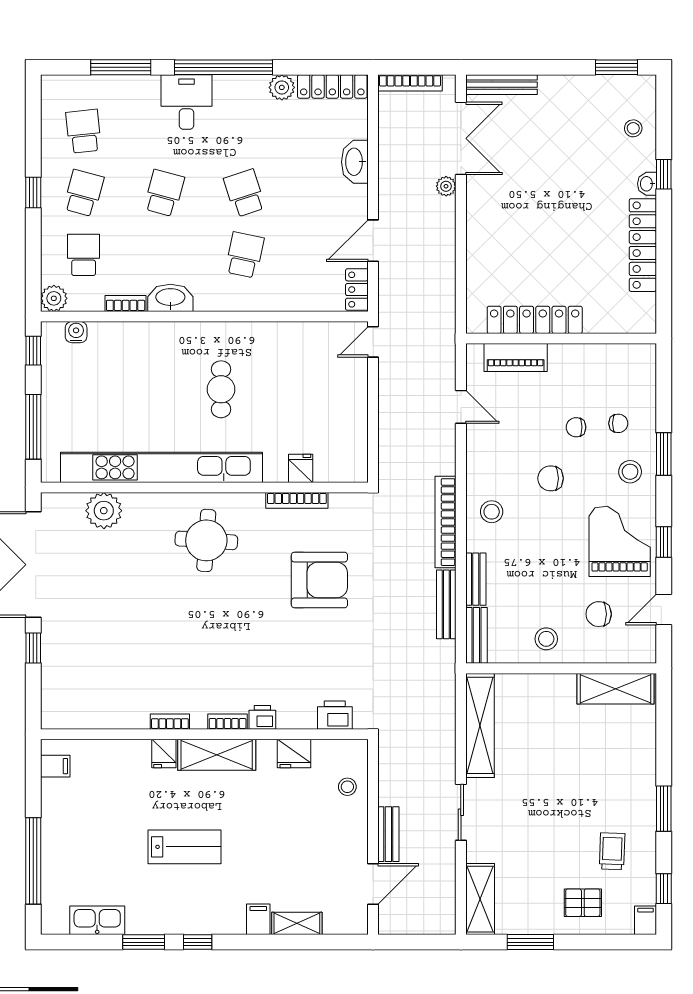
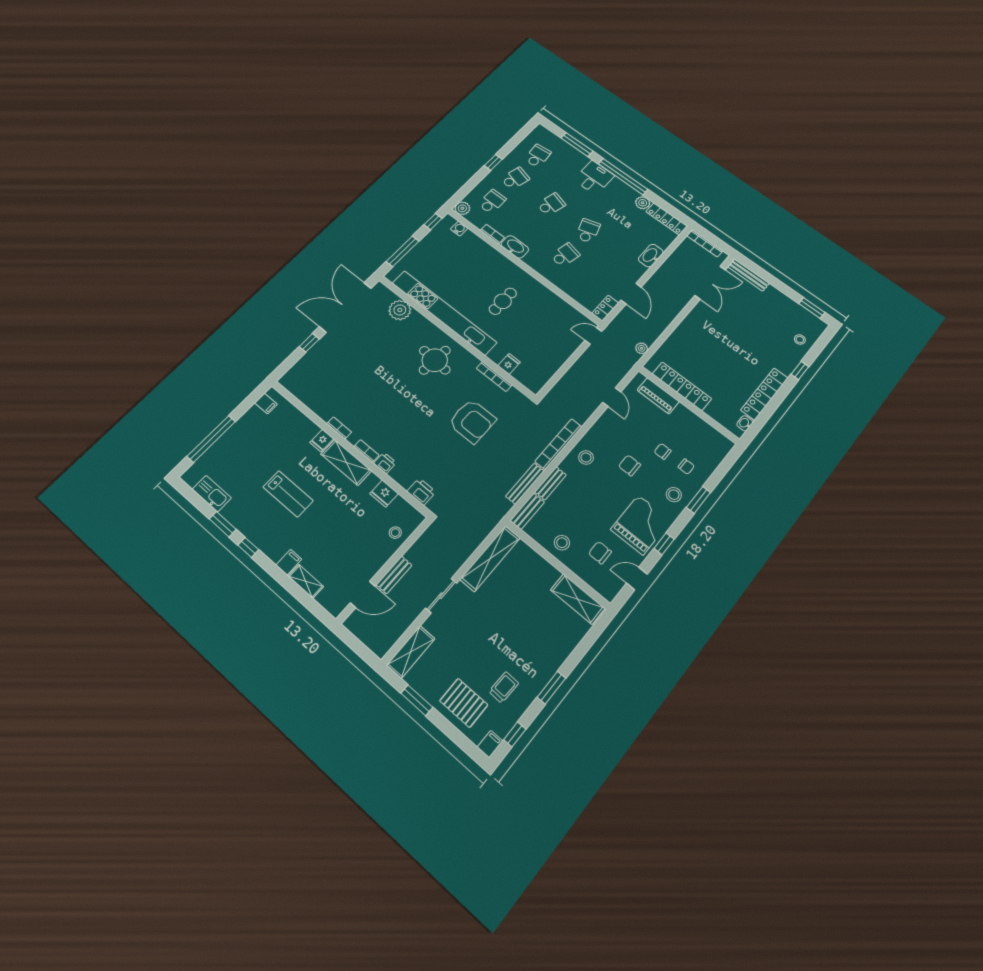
washbasin: (647, 184) -> (745, 423), moved
plant: (446, 186) -> (642, 348), moved
door: (373, 241) -> (631, 294), swing flipped
pallet: (583, 903) -> (464, 703), width x1.50, depth x1.42

